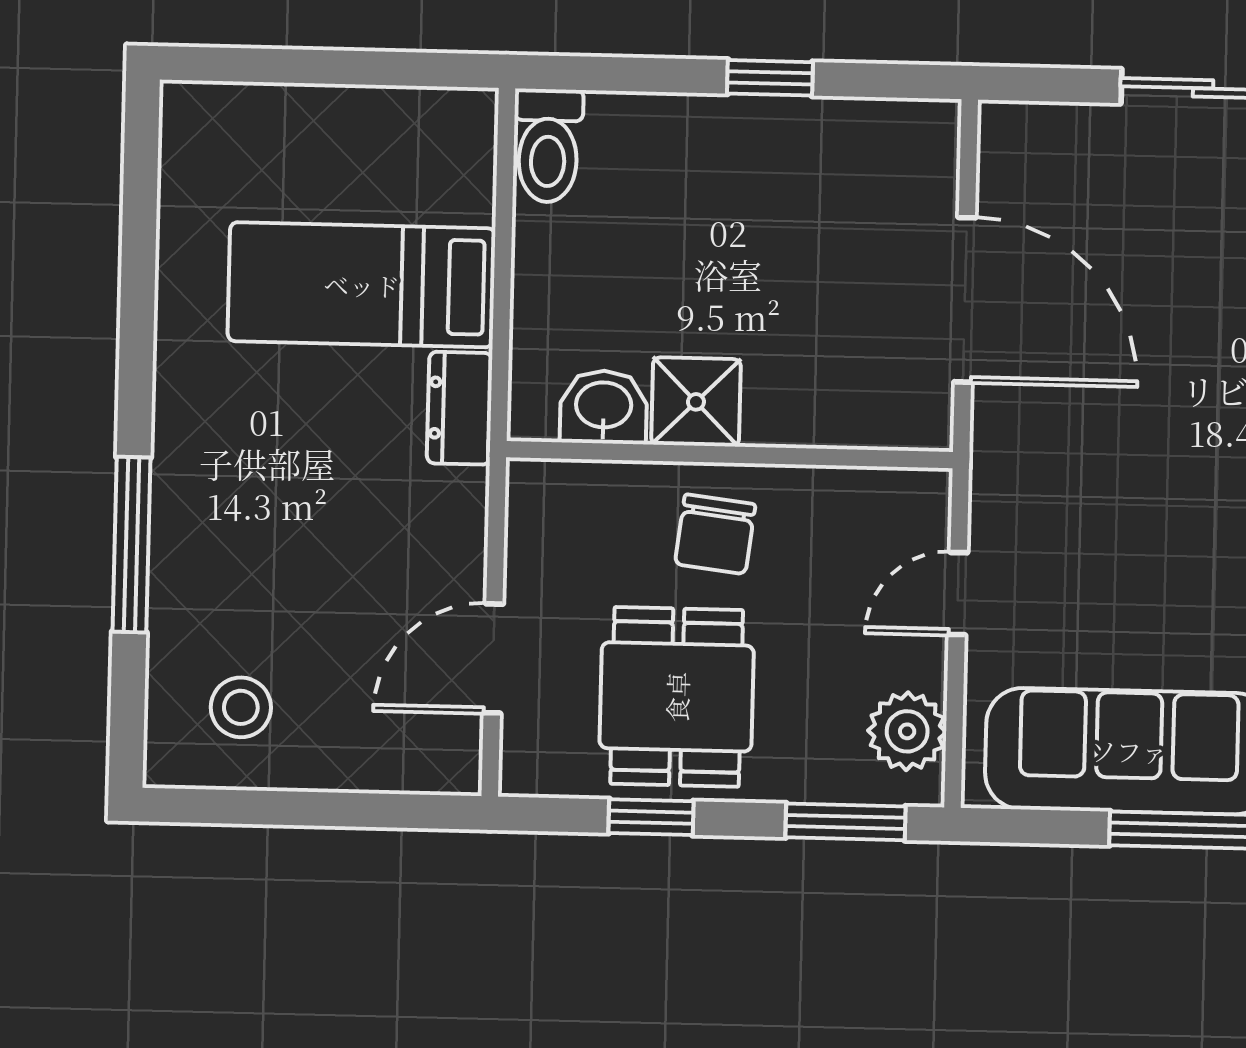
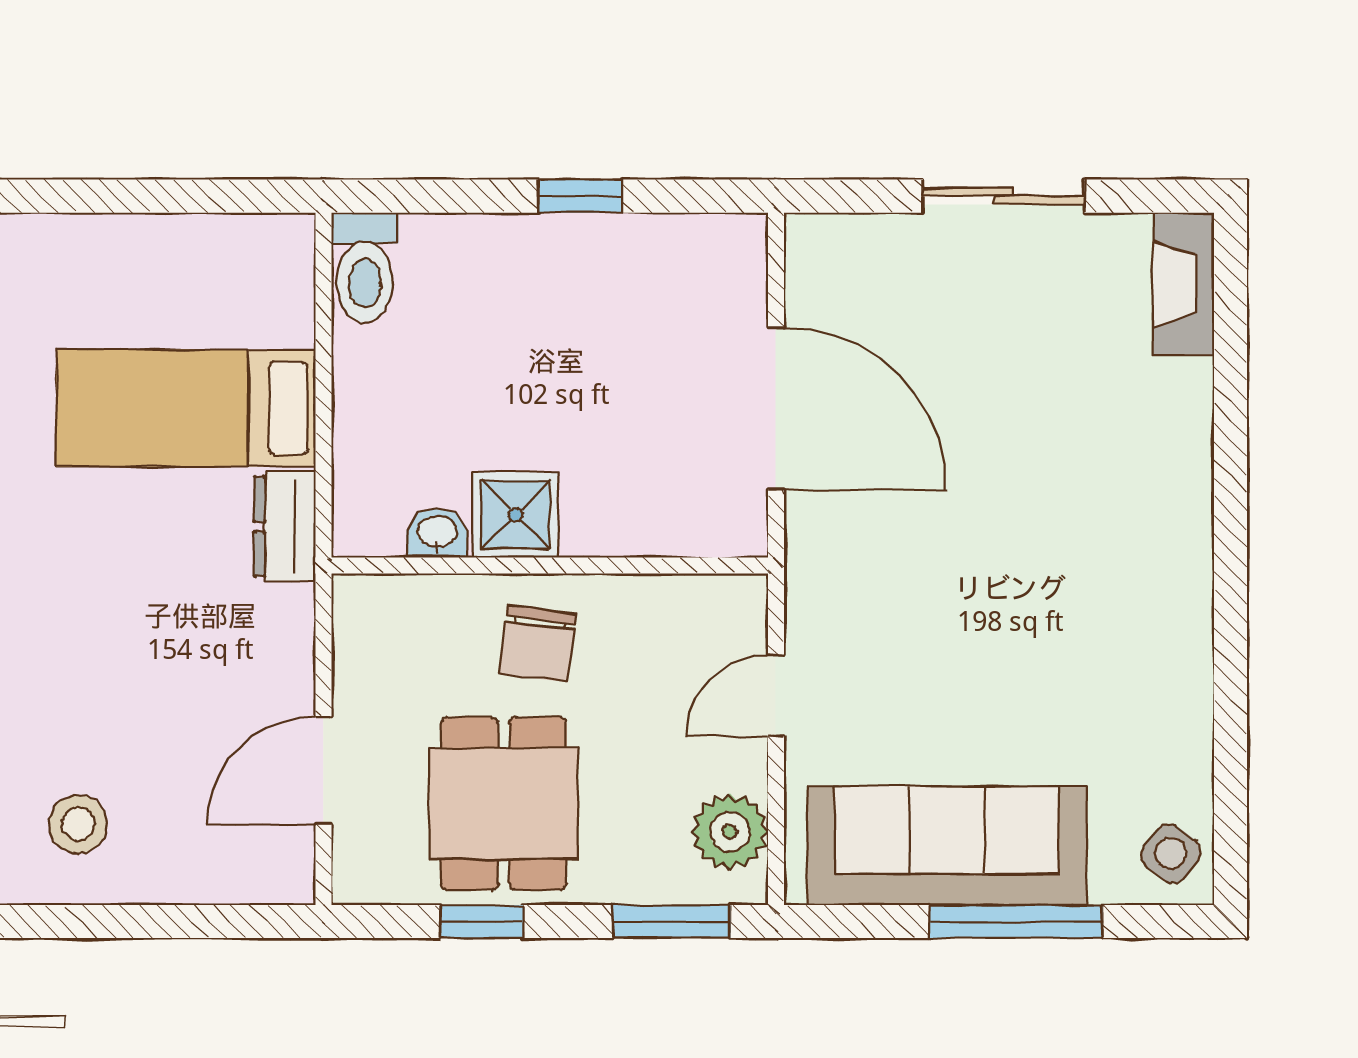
washbasin: (604, 407) -> (437, 533), width x0.72, depth x0.69

